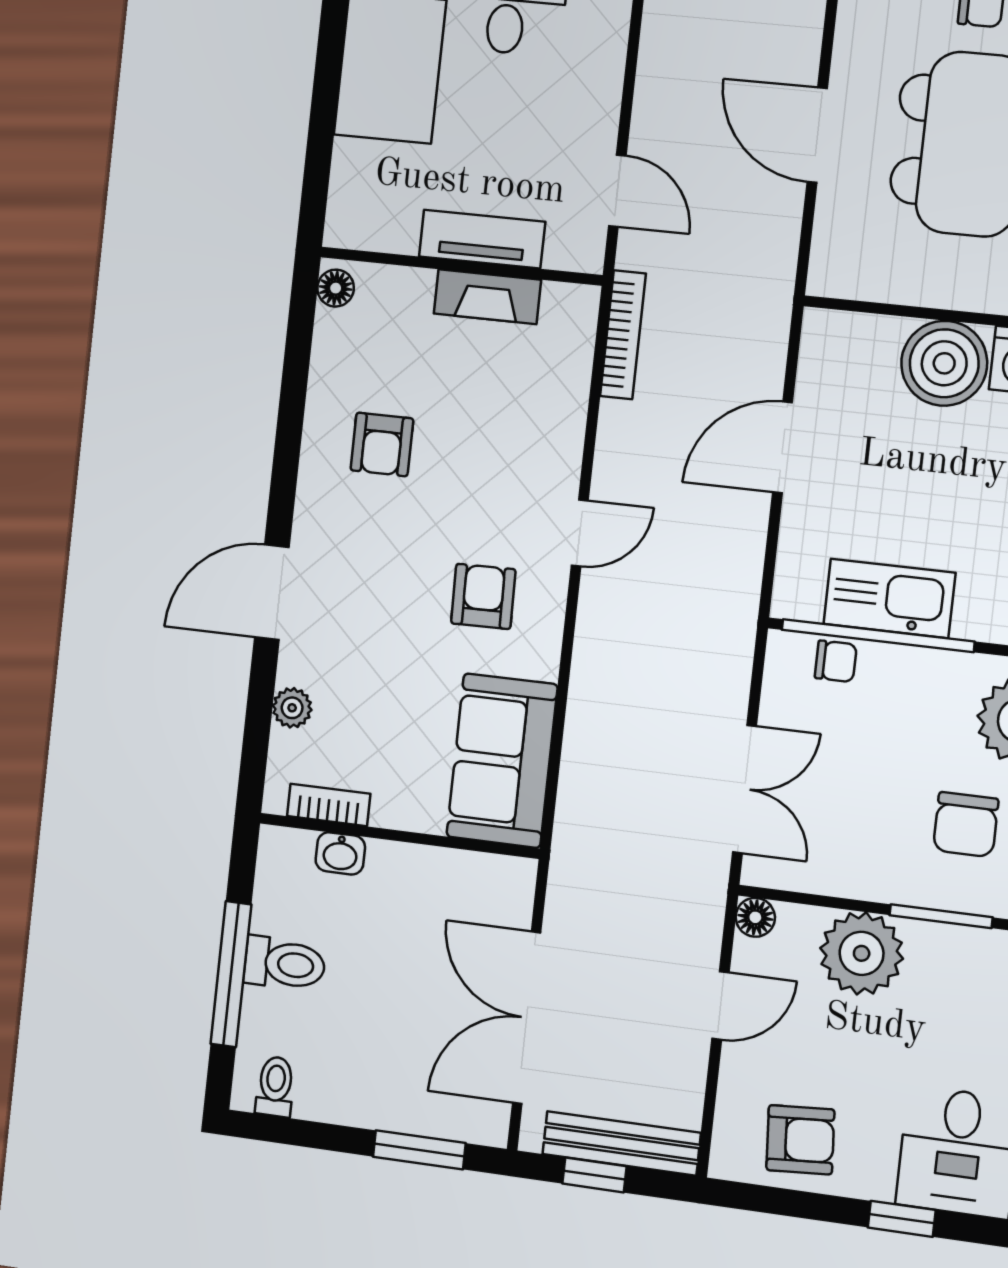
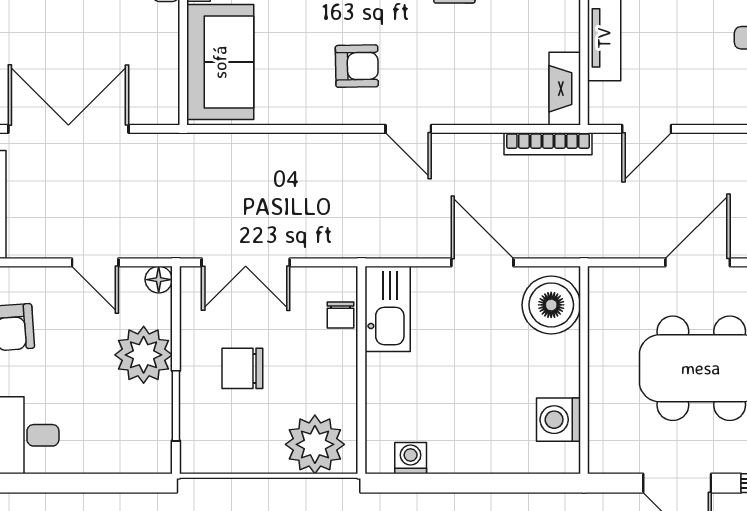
fireplace: (487, 297) -> (565, 89), moved
boiler: (944, 363) -> (551, 305), moved
kitchen sink: (889, 598) -> (388, 309), moved
window: (878, 636) -> (361, 342), removed
sofa: (502, 761) -> (220, 62), moved, turned 90
chair: (966, 825) -> (242, 368), moved

